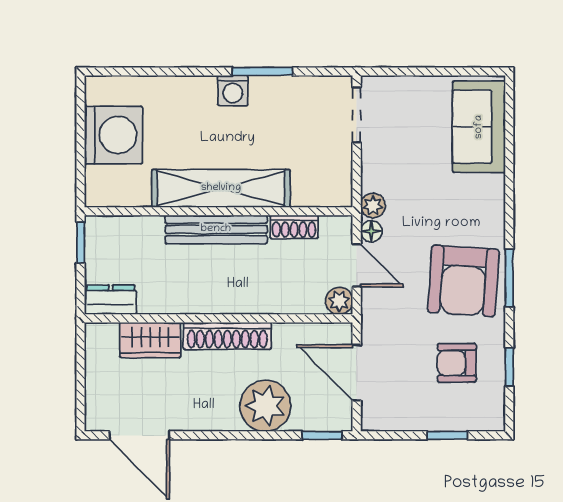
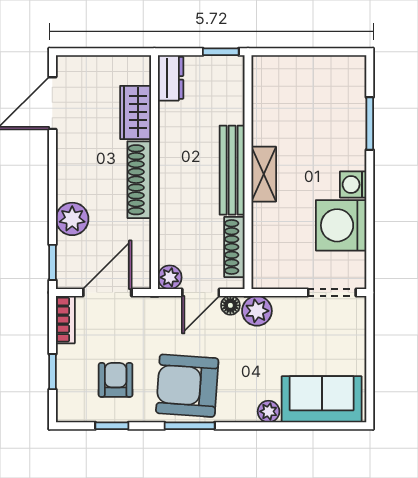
window: (262, 72) -> (370, 124), moved
washing machine: (113, 135) -> (341, 225), moved, turned 90
shelving: (221, 188) -> (264, 174), width x0.45, depth x0.75
plant: (493, 188) -> (269, 411), added
plant: (373, 206) -> (257, 311), width x1.38, depth x1.38
shoe rack: (294, 227) -> (234, 247), width x1.43
plant: (265, 406) -> (72, 219), width x0.73, depth x0.73
bookcase: (388, 421) -> (65, 320), added

